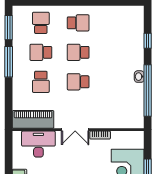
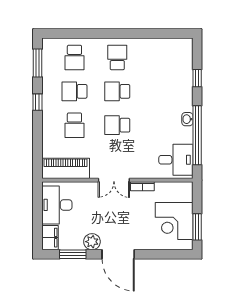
school desk: (41, 23) -> (74, 57), turned 180
school desk: (78, 23) -> (117, 57), turned -90
window: (9, 62) -> (37, 102), width x0.46
desk: (129, 112) -> (176, 160), added
desk: (38, 144) -> (57, 205), moved, turned -90

